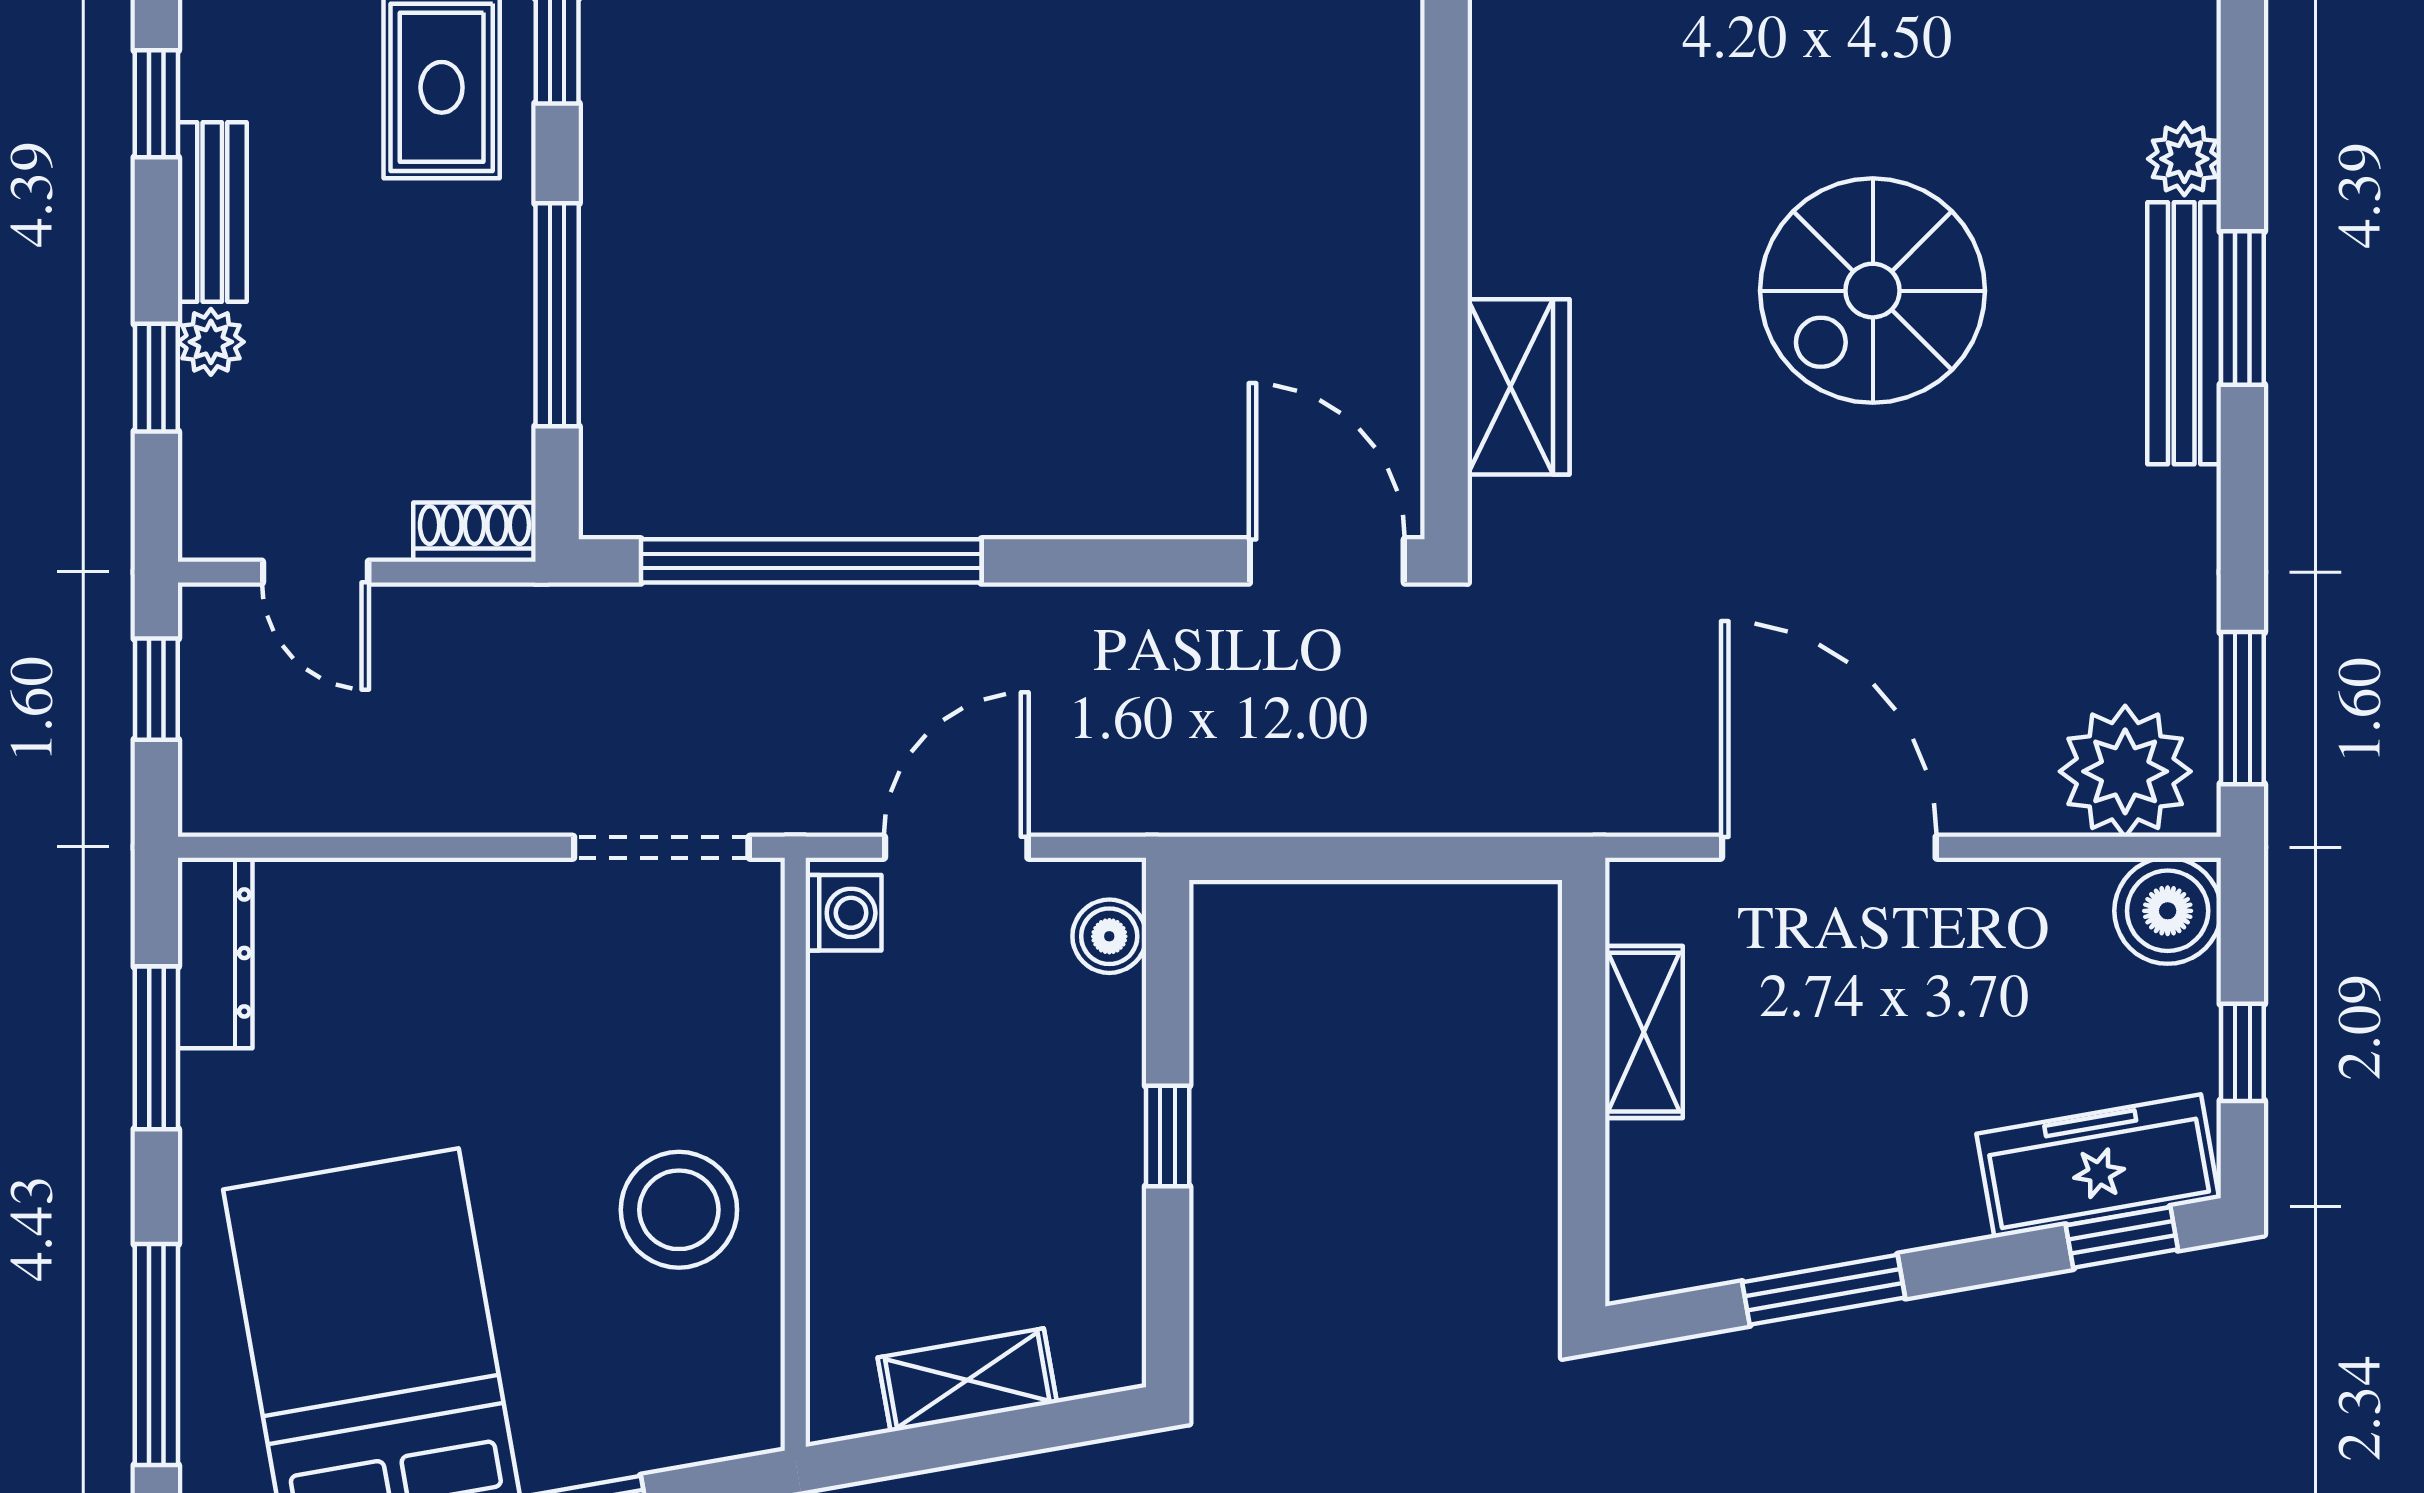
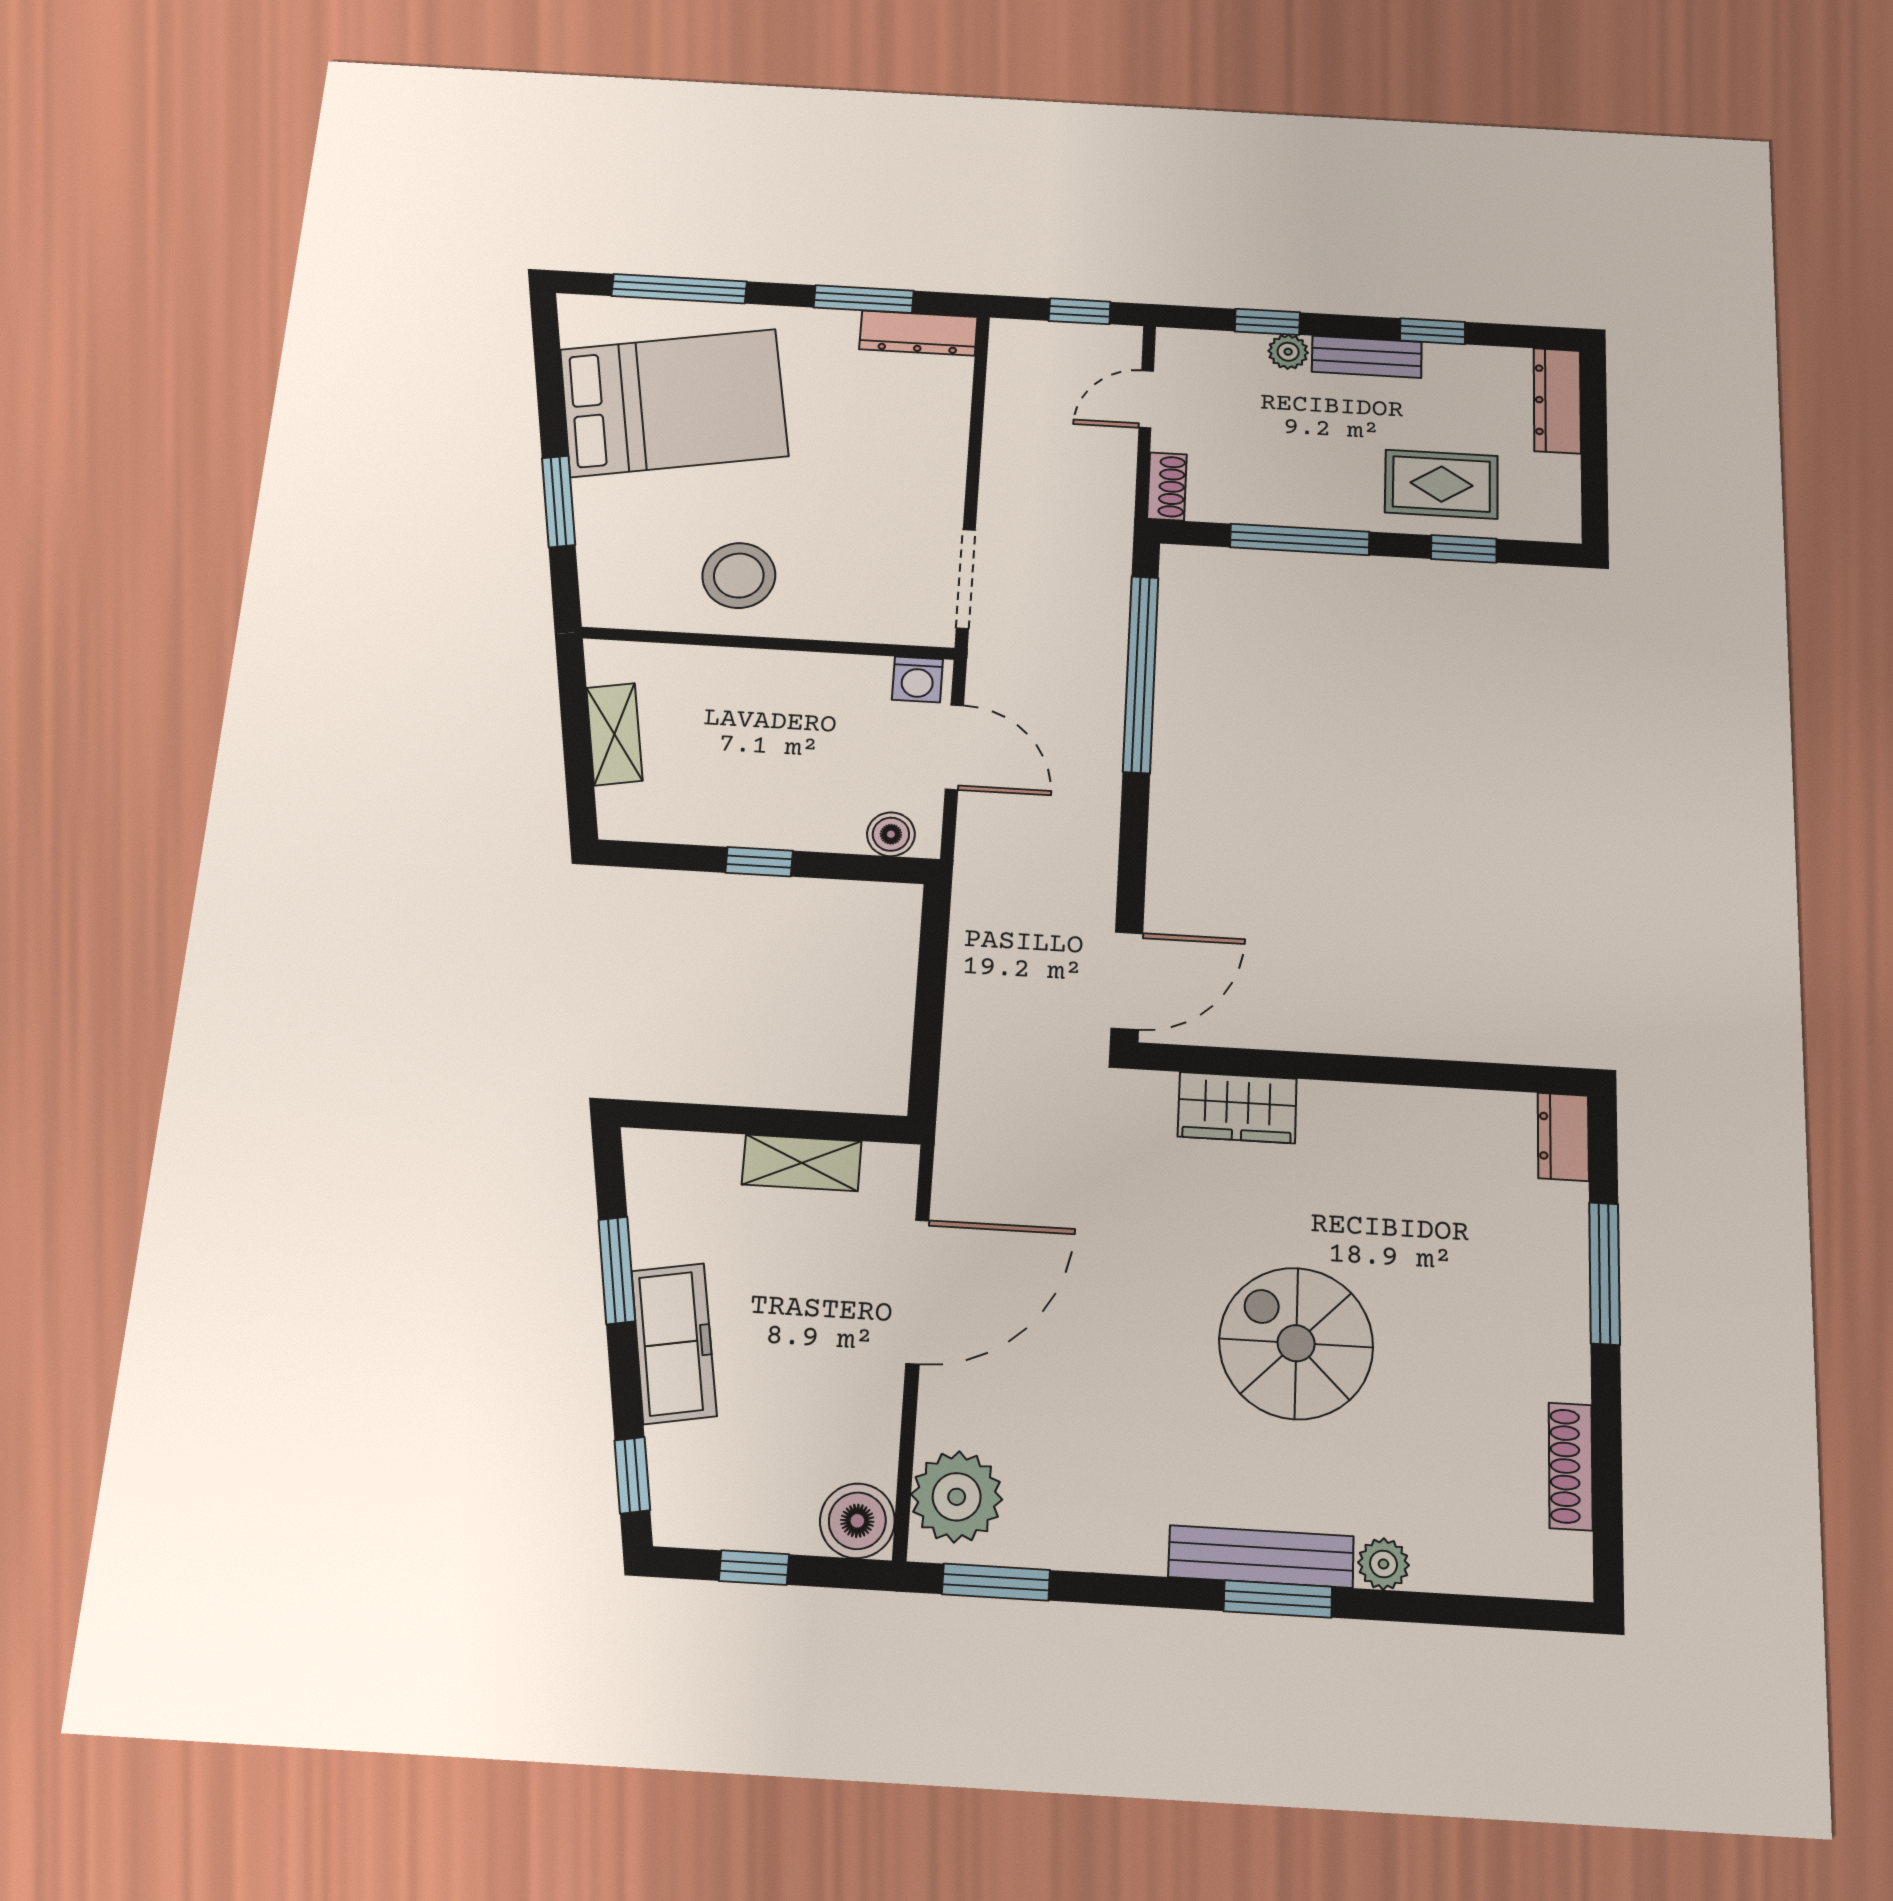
freezer: (2098, 1166) -> (674, 1343), moved

